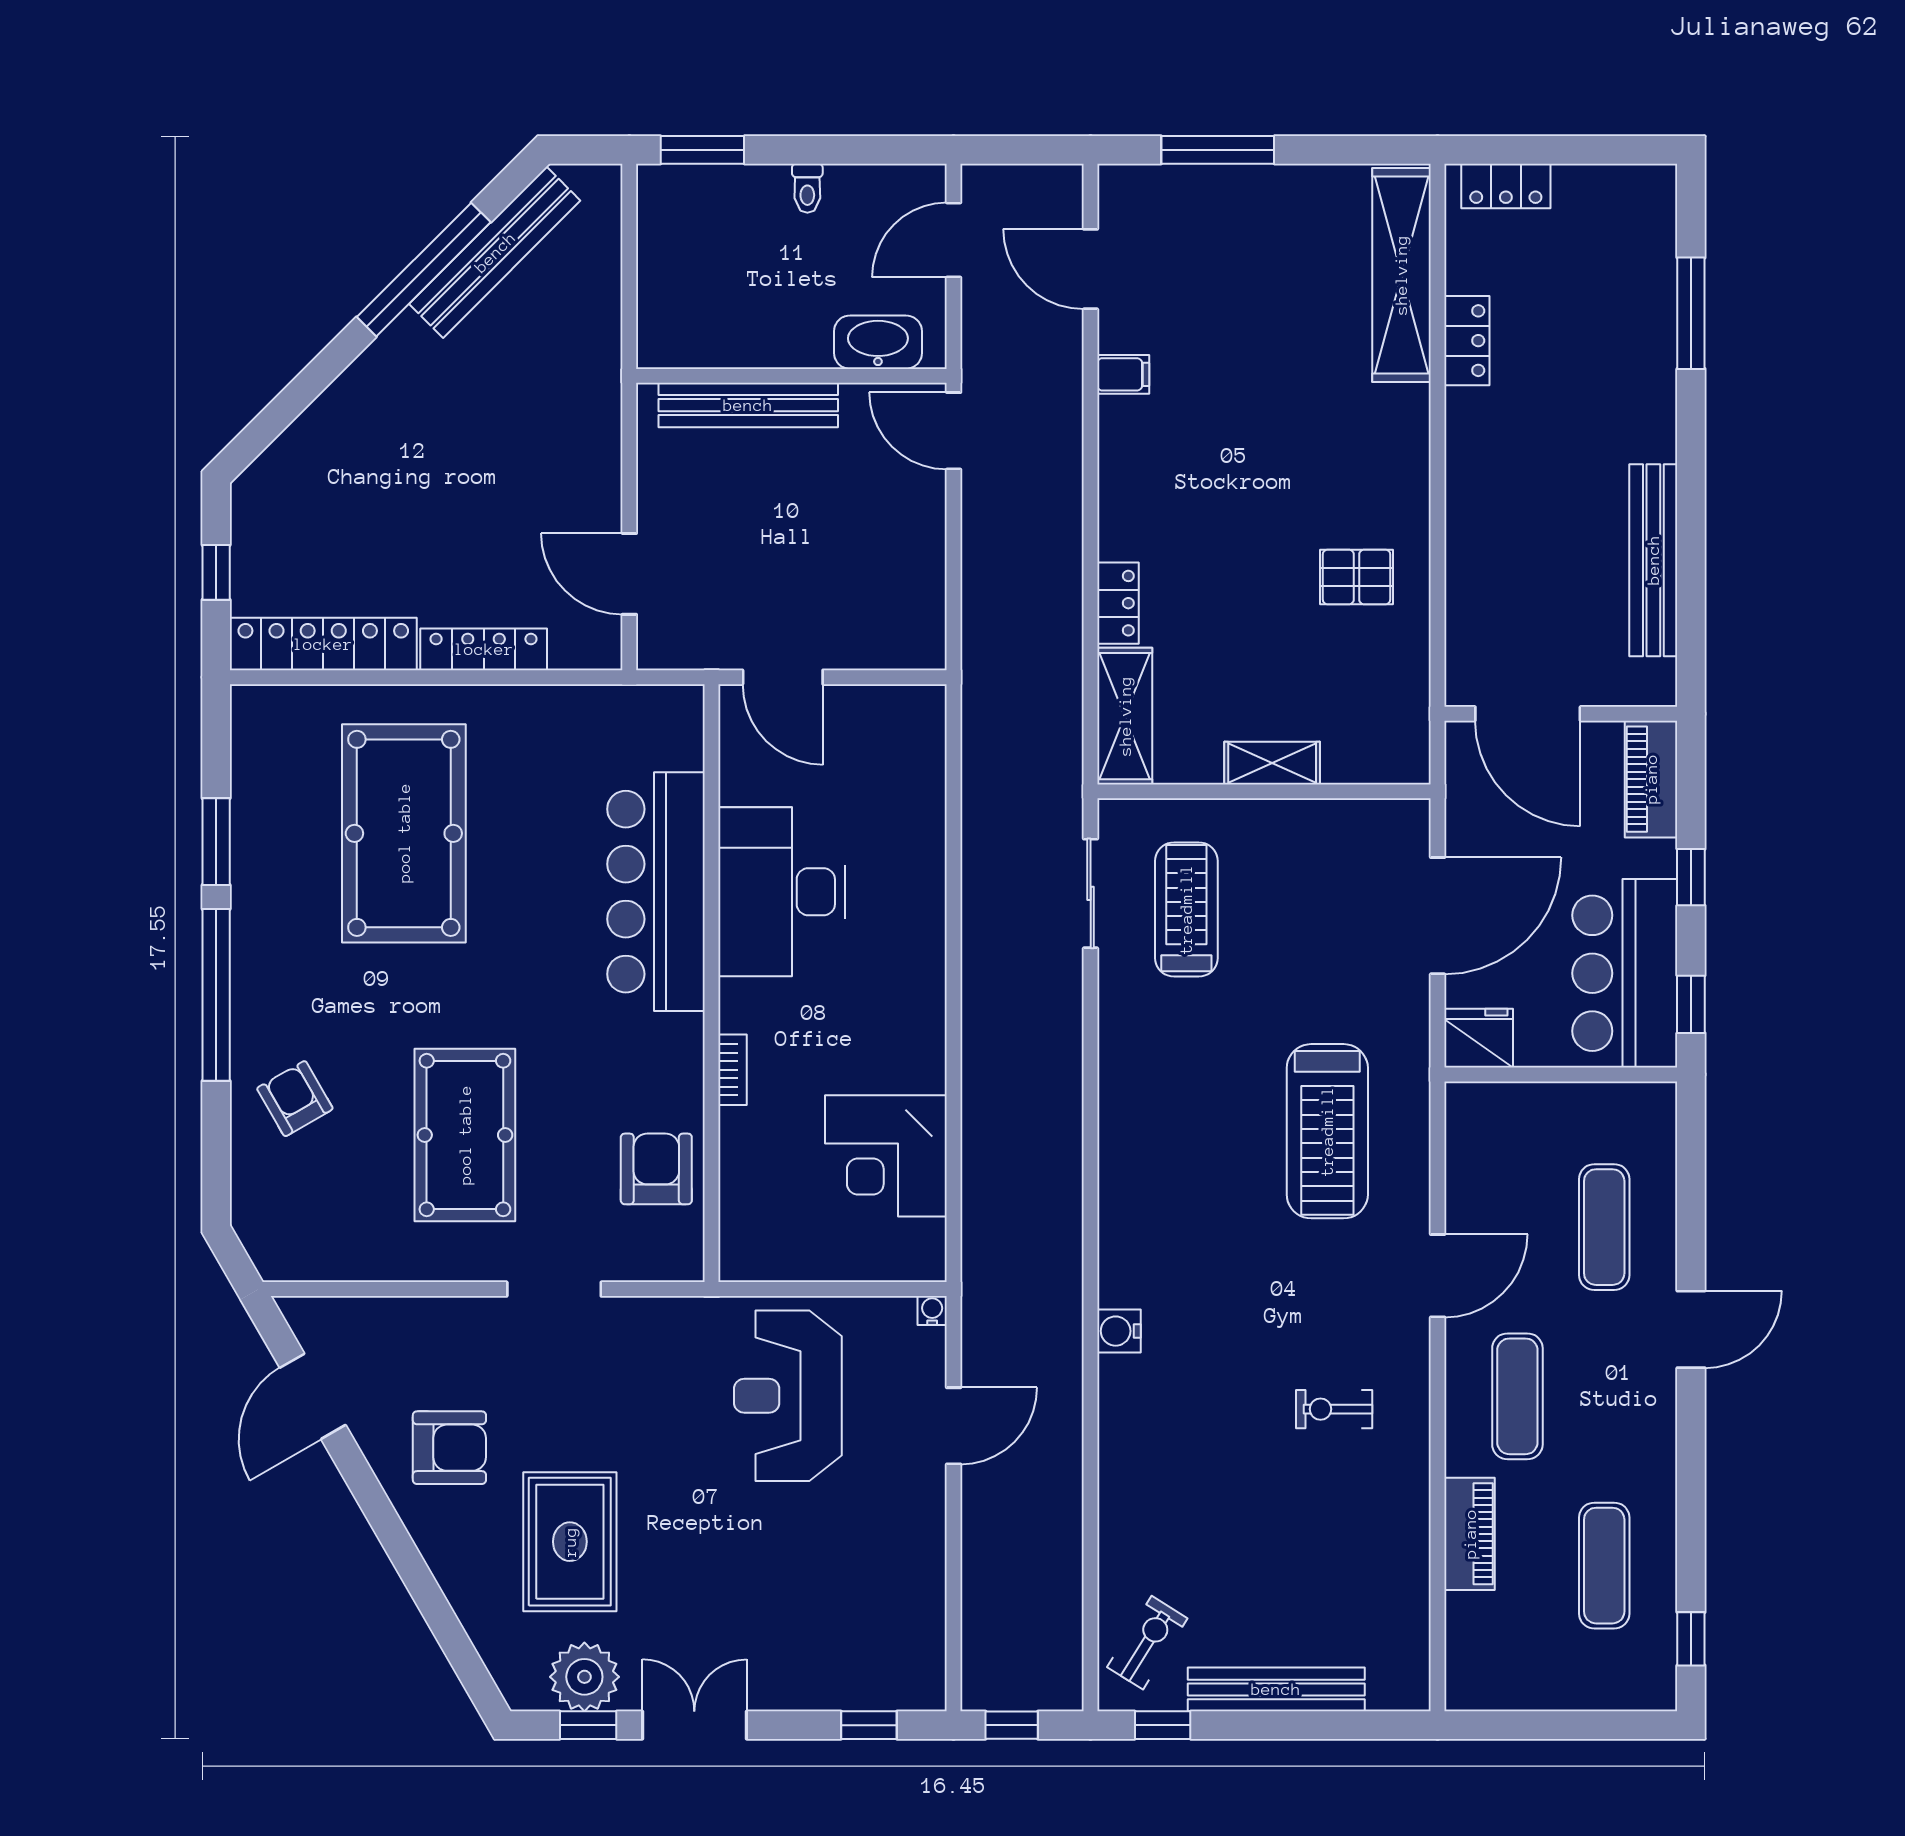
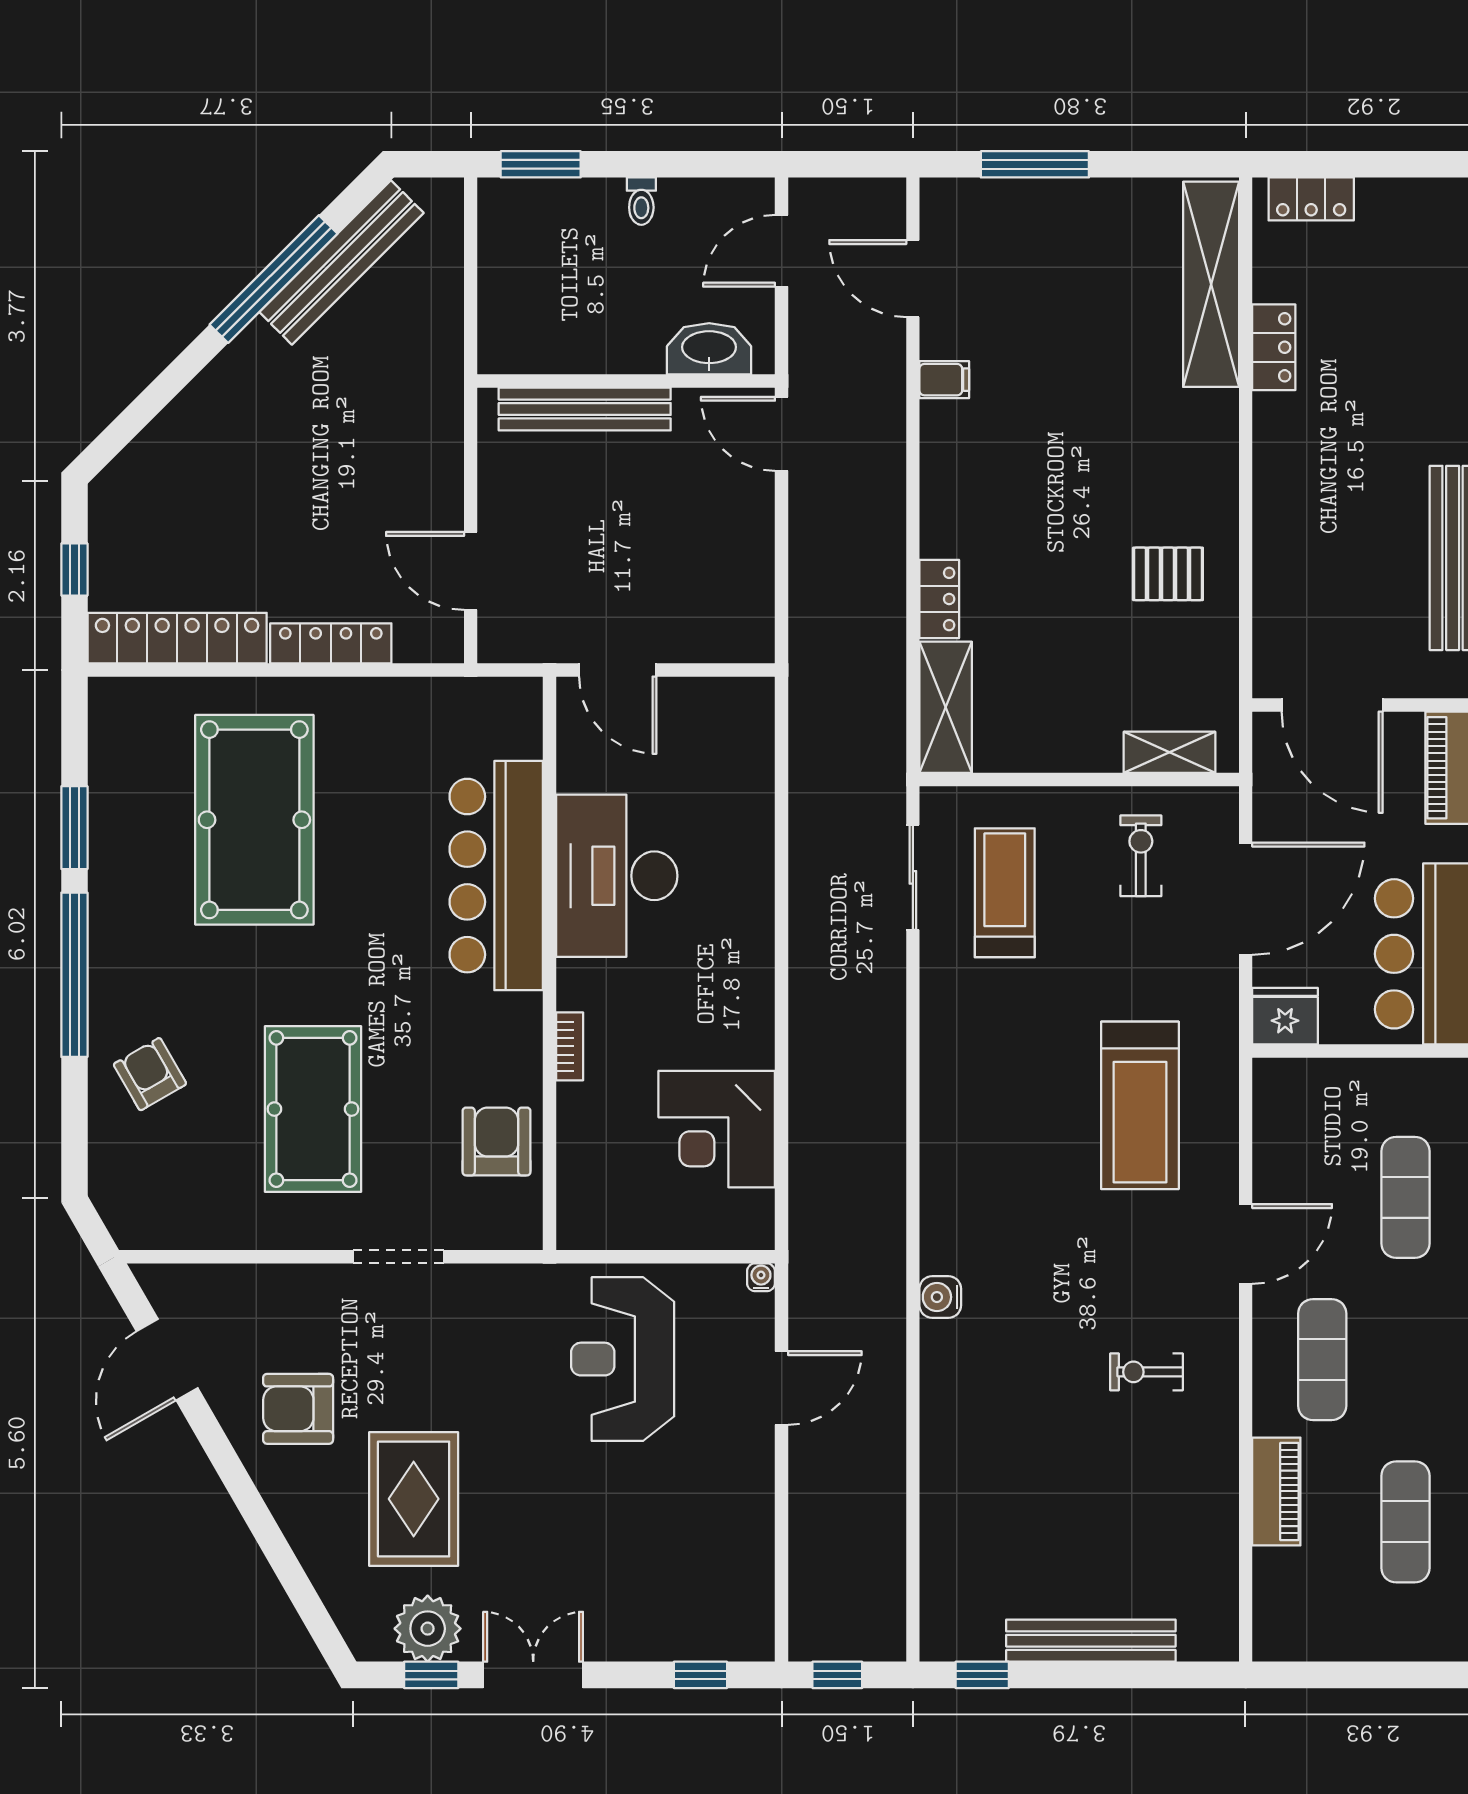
shelving: (1272, 763) -> (1170, 752), moved
armchair: (449, 1448) -> (298, 1409), turned 180
exercise bike: (1147, 1643) -> (1141, 856), moved, turned -32

